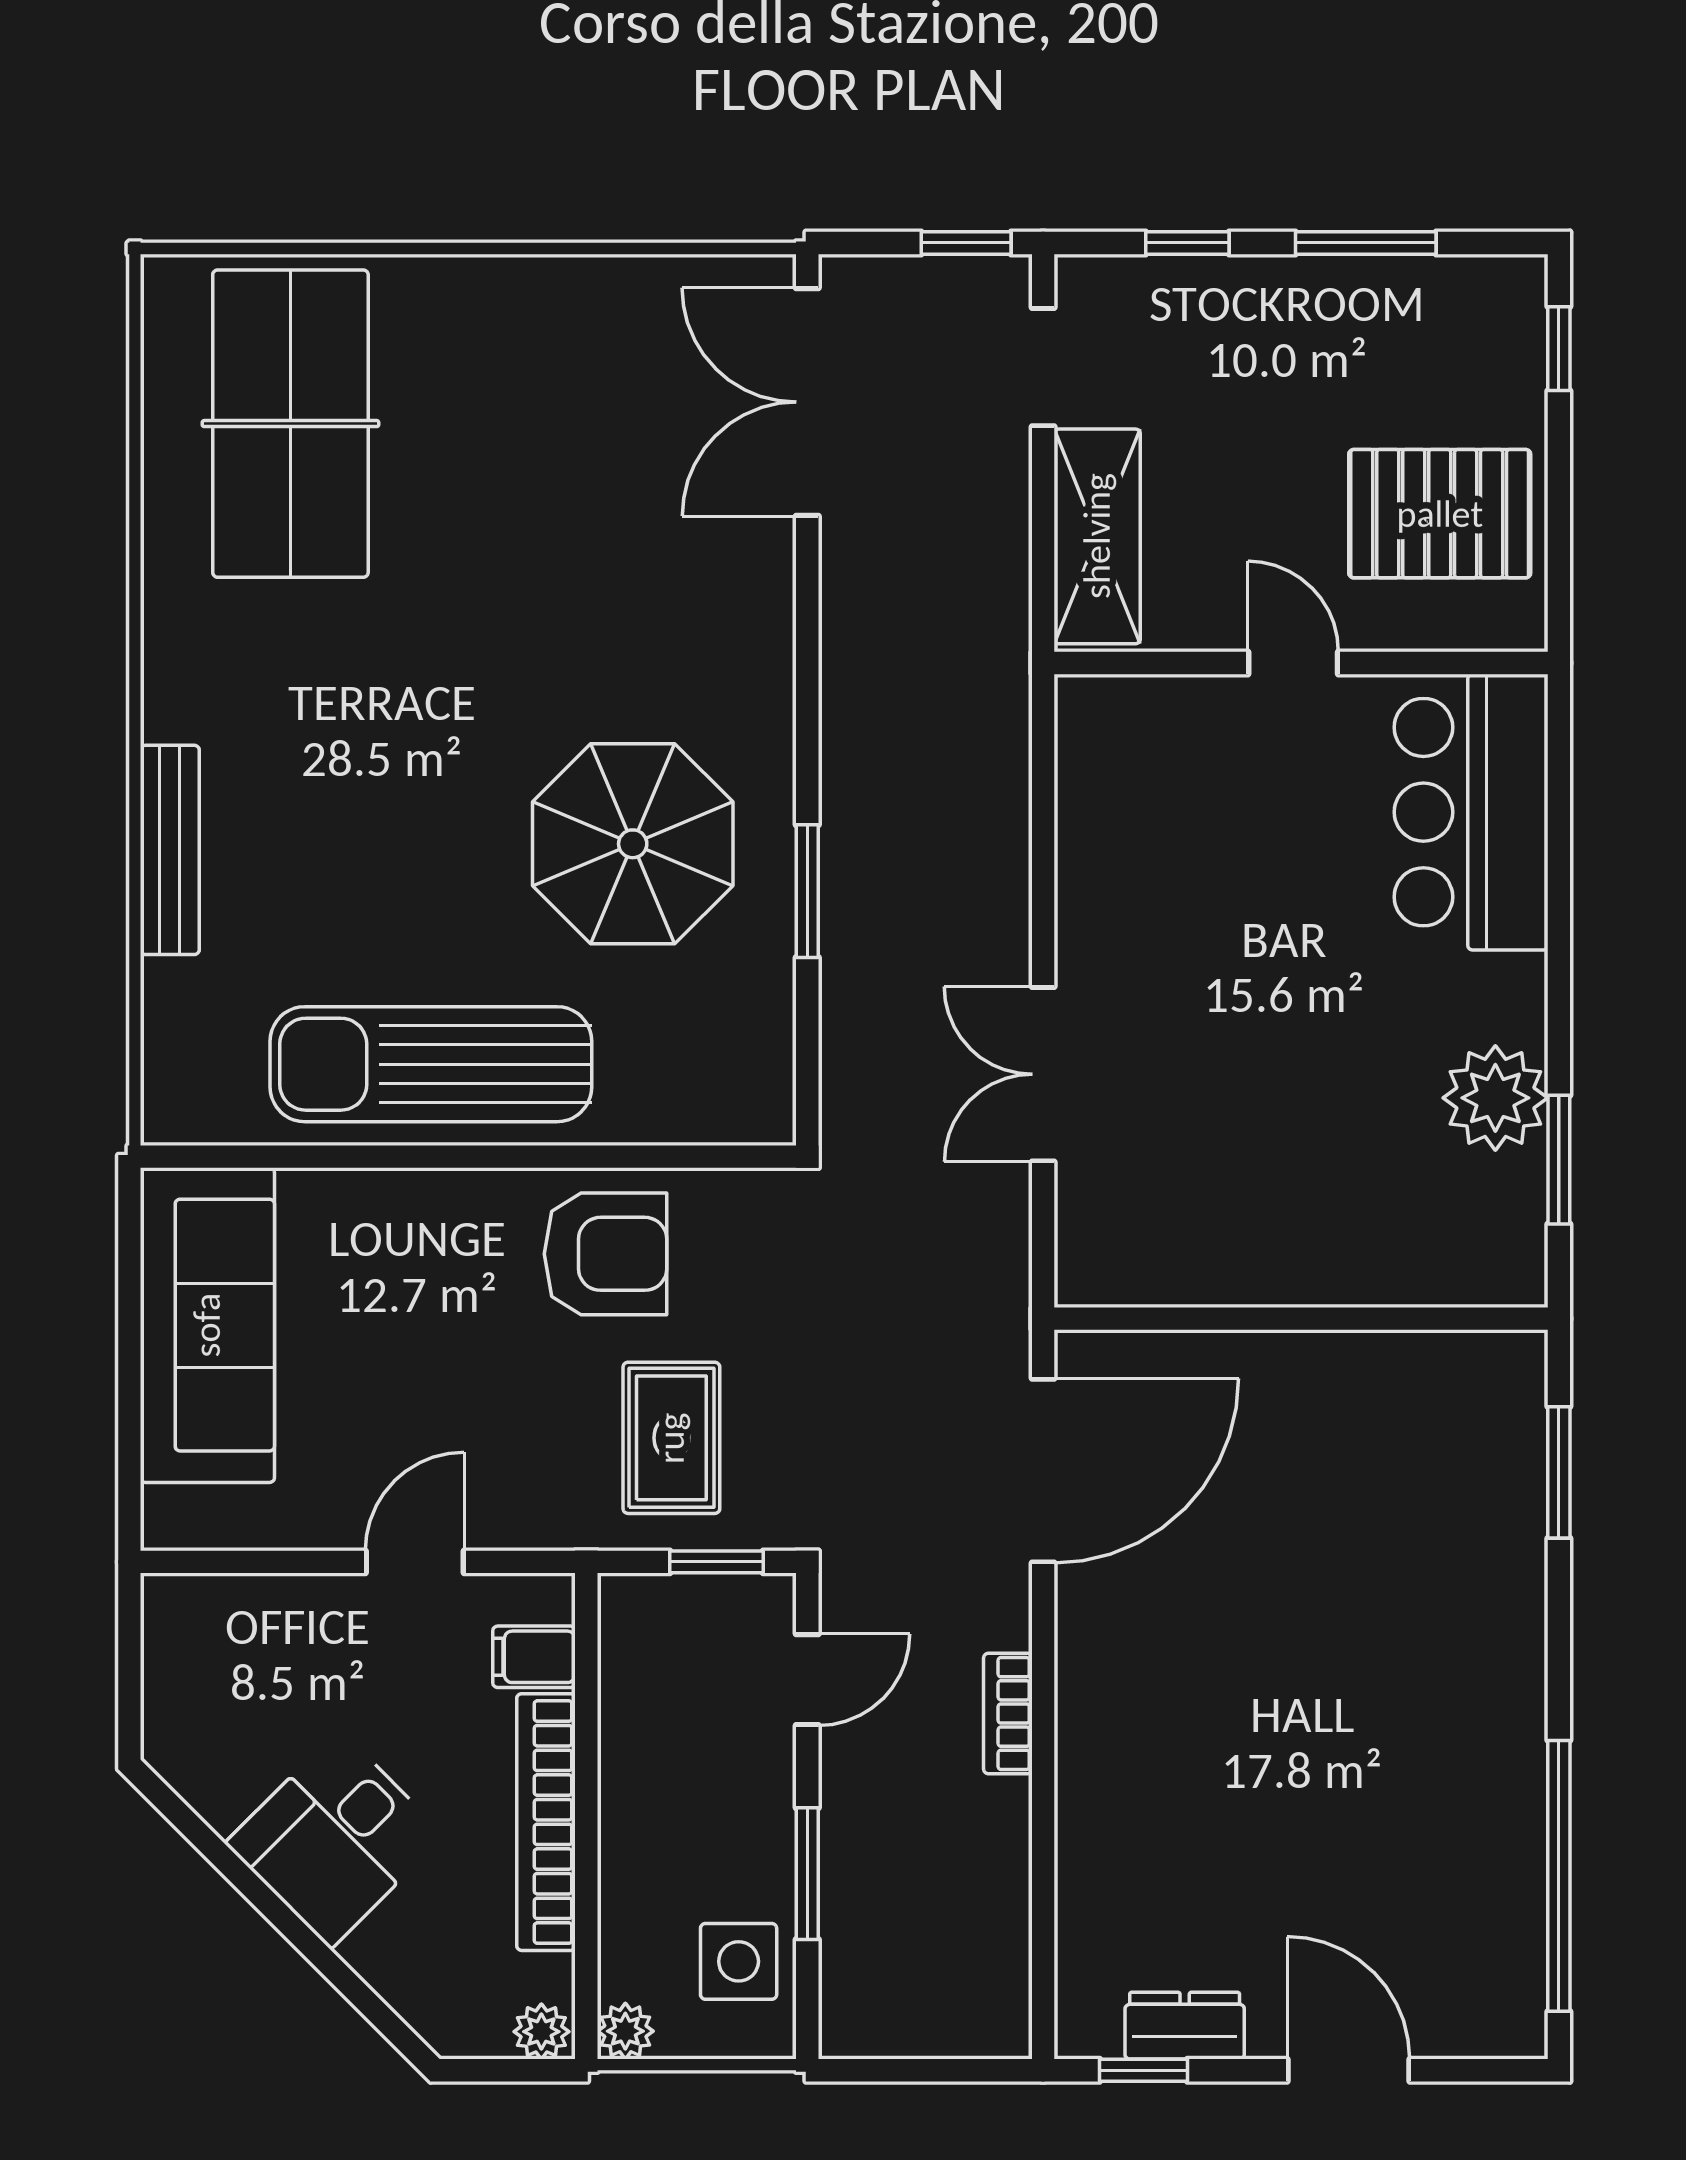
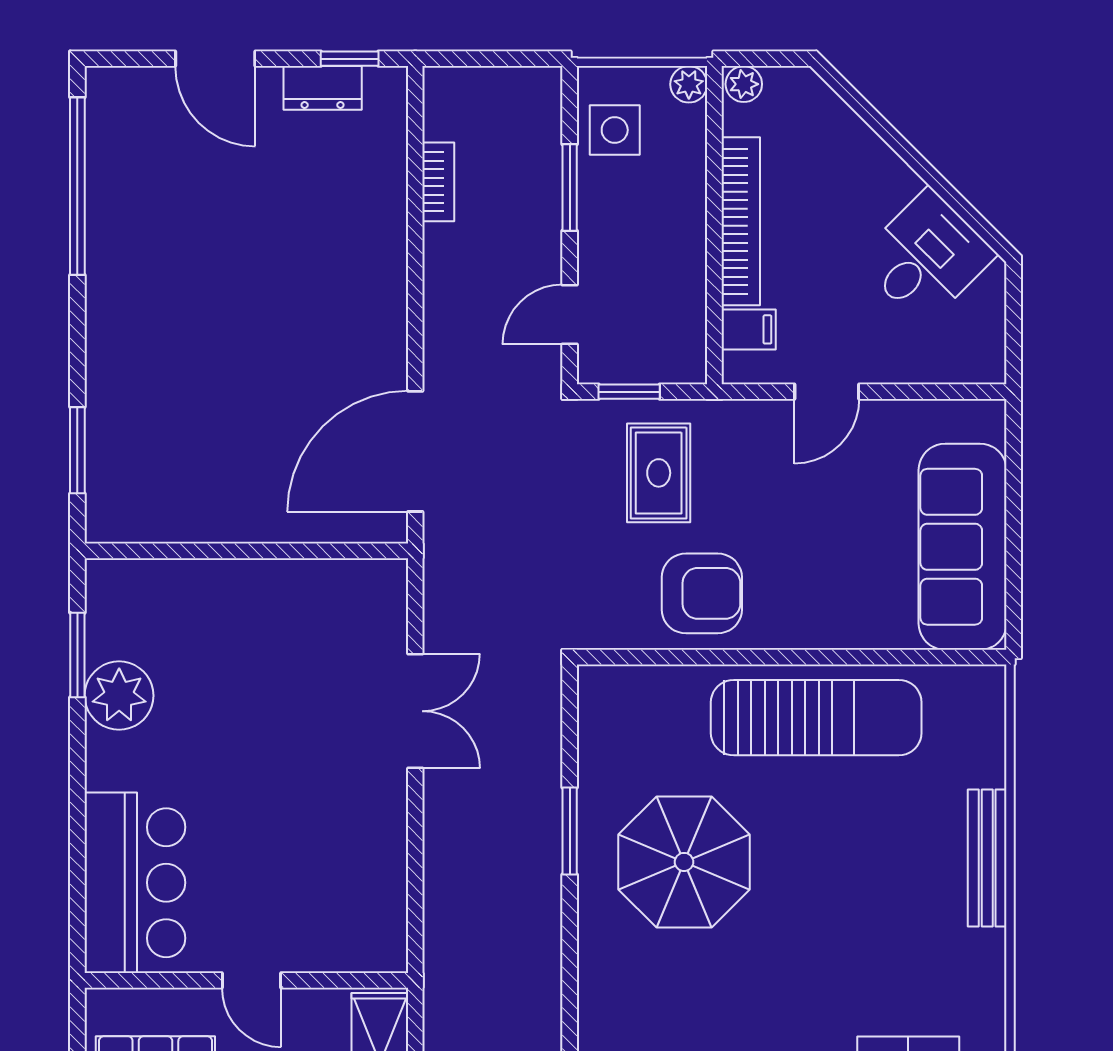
armchair: (606, 1254) -> (702, 593), turned 180
bookcase: (1008, 1713) -> (438, 182), moved
desk: (335, 1839) -> (926, 257), moved

